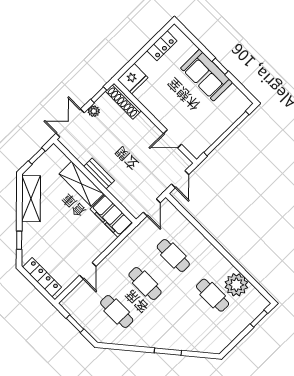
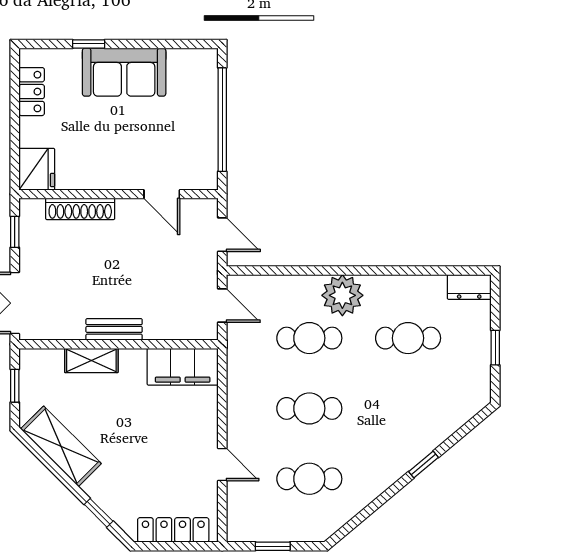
window: (220, 66) -> (89, 44), moved
shoe rack: (123, 101) -> (80, 209), moved
plant: (94, 111) -> (29, 259), removed
door: (172, 139) -> (162, 194), hinge flipped
shelving: (81, 184) -> (91, 360), width x0.67, depth x0.75
plant: (236, 285) -> (342, 295), moved
dresser: (257, 299) -> (469, 287), added
window: (259, 319) -> (495, 348), moved
window: (168, 352) -> (423, 464), width x0.67

